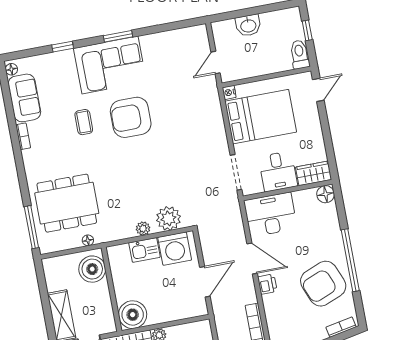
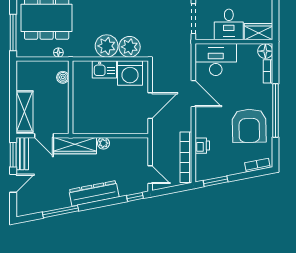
bookcase: (333, 217) -> (268, 71), added
plant: (143, 229) -> (107, 46), width x1.88, depth x1.88
boiler: (92, 269) -> (63, 77), width x0.54, depth x0.54
printer: (267, 284) -> (202, 146), moved
armchair: (323, 284) -> (249, 126), turned -69
boiler: (133, 315) -> (84, 122), removed

